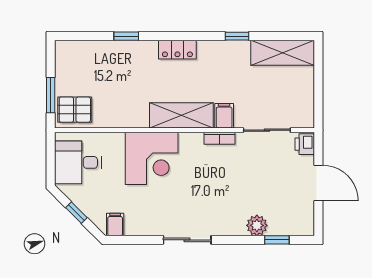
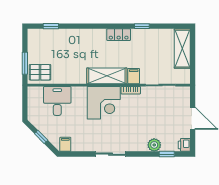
window: (126, 36) -> (51, 26), moved
locker: (177, 50) -> (119, 35), moved
shelving: (283, 53) -> (182, 49), moved, turned 90
printer: (305, 144) -> (184, 145), moved
corner desk: (152, 158) -> (104, 103), moved
desk: (78, 162) -> (57, 101), moved, turned 90

